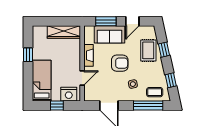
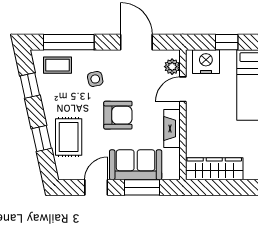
armchair: (120, 63) -> (118, 115), turned 180
plant: (88, 91) -> (172, 67), added

